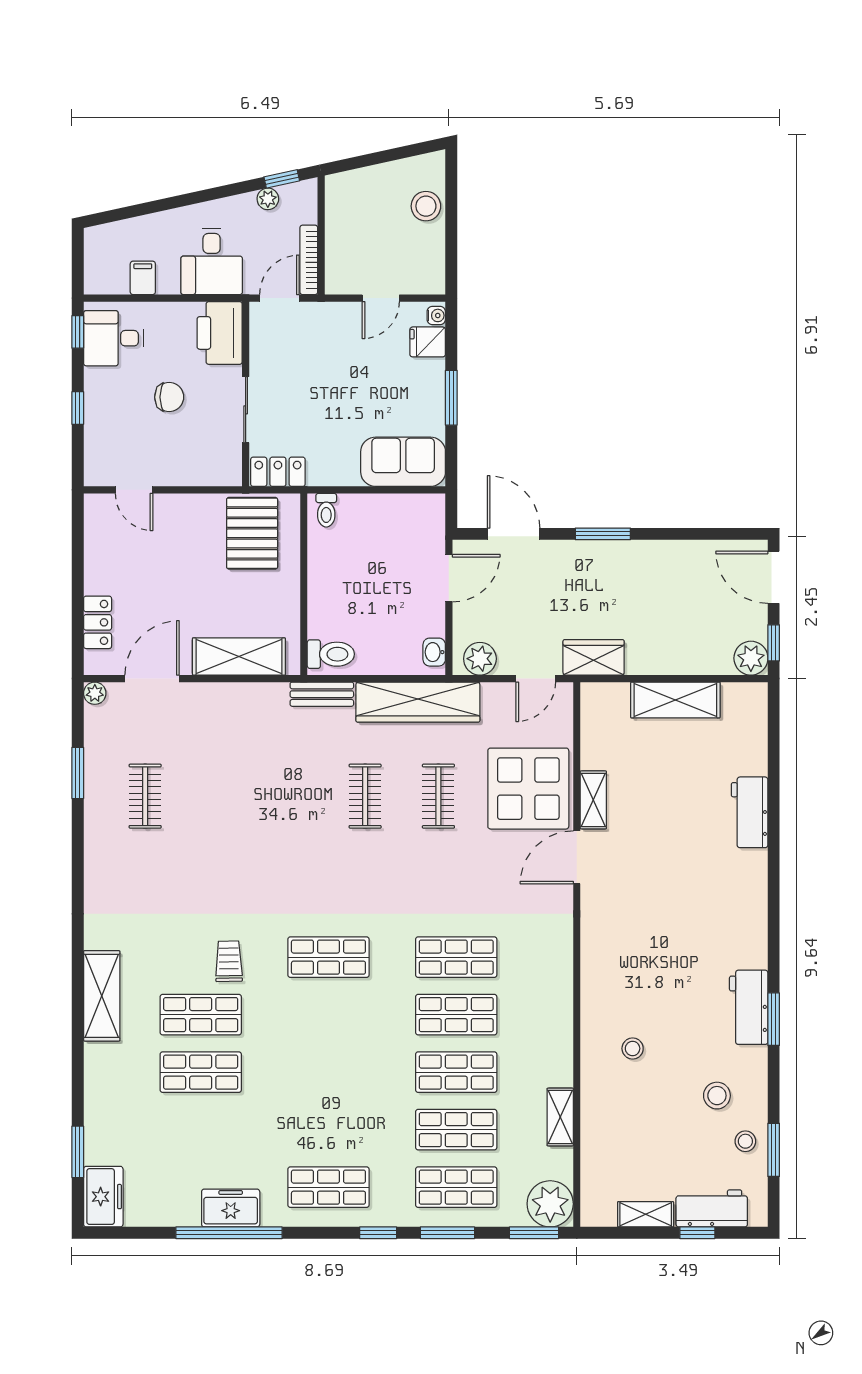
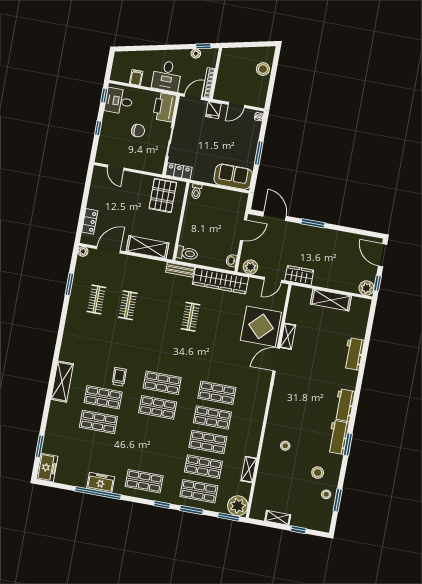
fridge: (428, 342) -> (213, 110), moved, turned -90
clothes rail: (438, 796) -> (128, 305), moved
shop shelf: (328, 1015) -> (158, 407), added
workbench: (712, 1208) -> (344, 405), moved, turned -90

